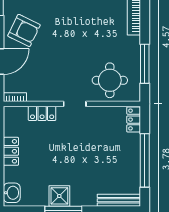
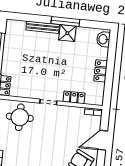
bench: (119, 200) -> (43, 27), moved

